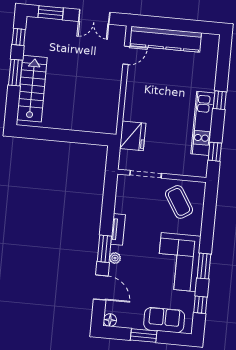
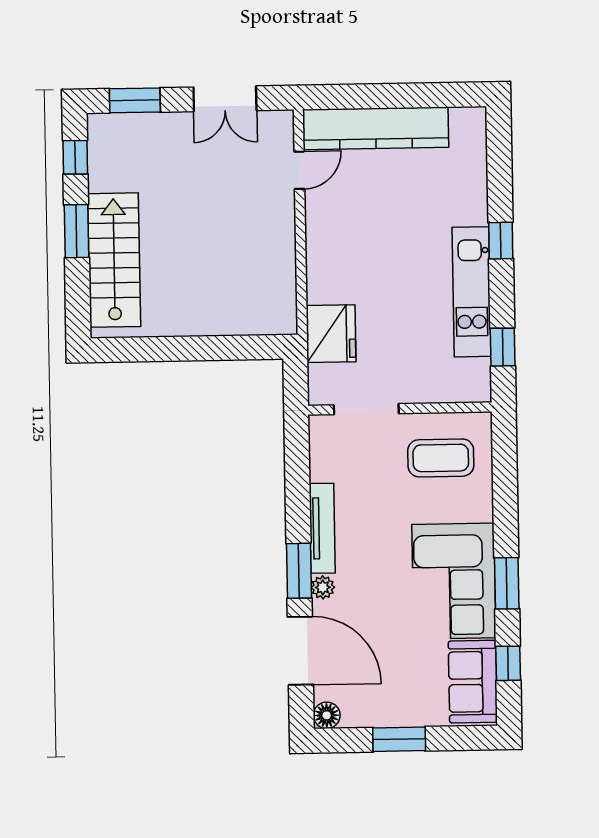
coffee table: (179, 202) -> (441, 458), turned -58
tv unit: (118, 229) -> (322, 528), width x1.41
door: (101, 287) -> (300, 651), width x1.36
sofa: (164, 320) -> (473, 682), moved, turned -90

